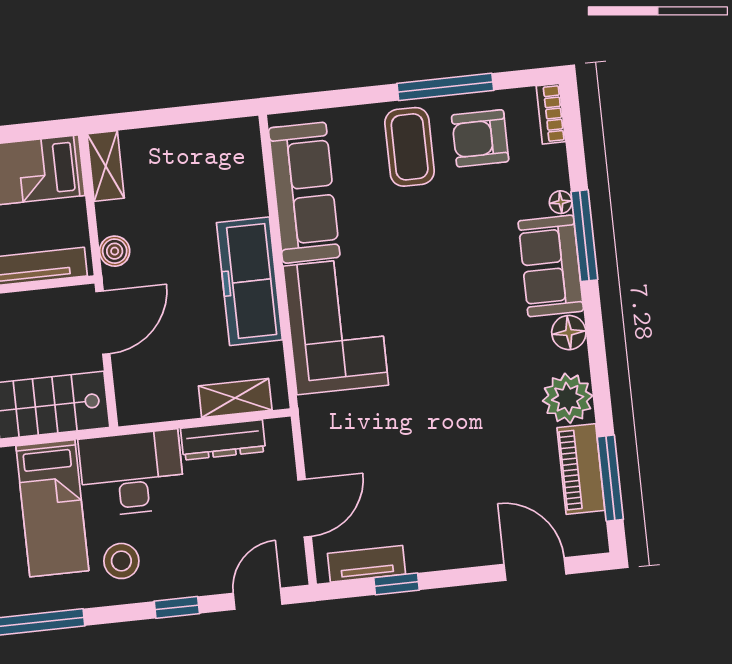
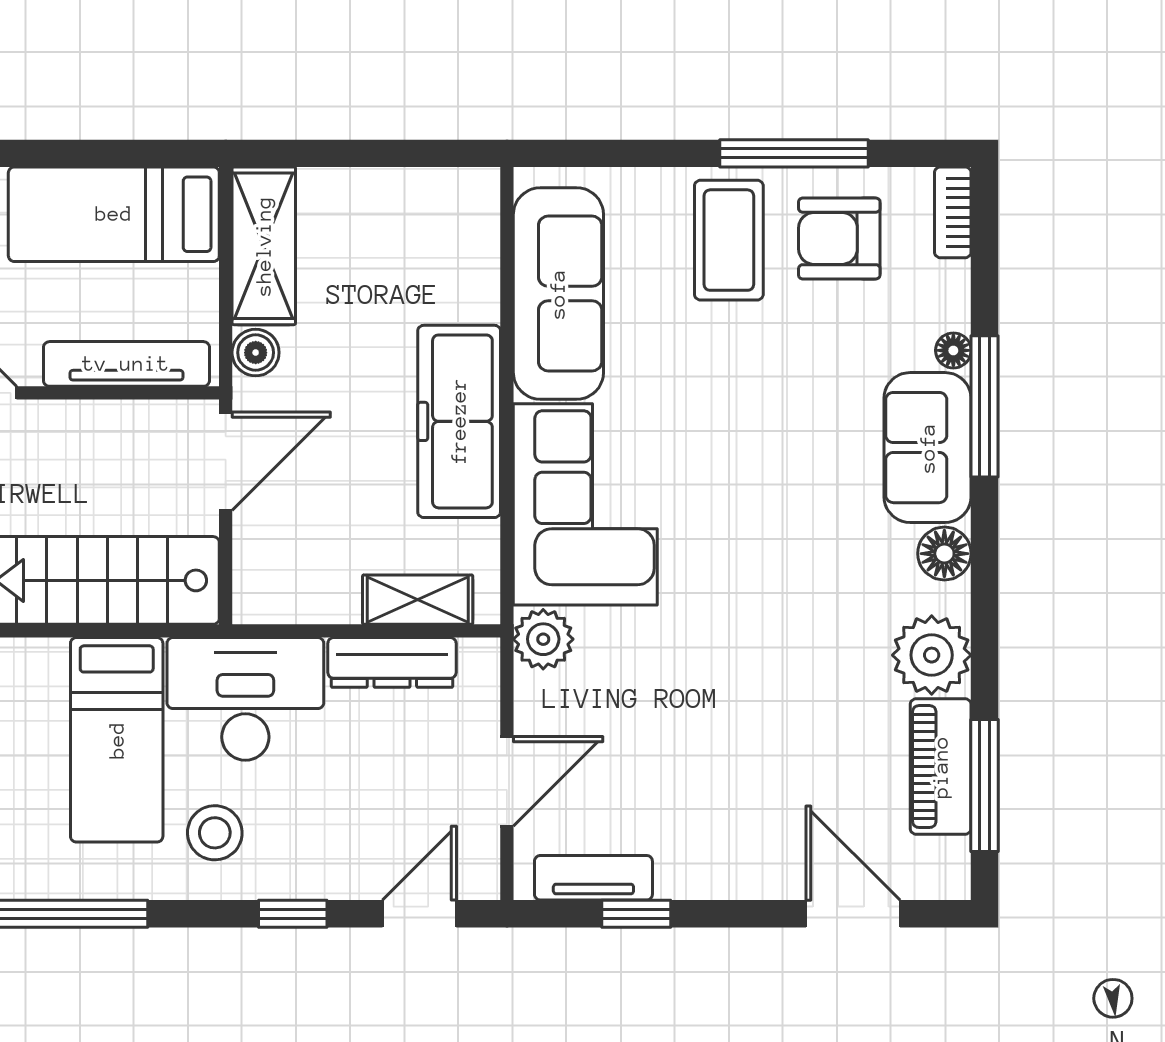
shelving: (106, 166) -> (264, 246), width x1.50, depth x1.33
plant: (318, 415) -> (543, 639), added

